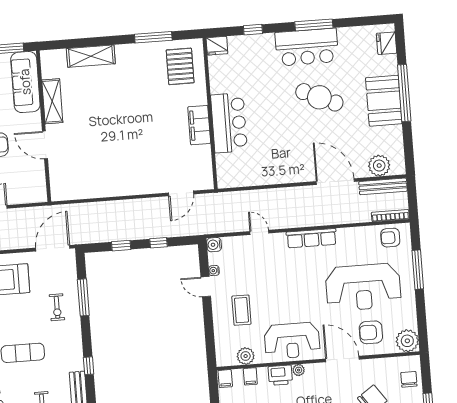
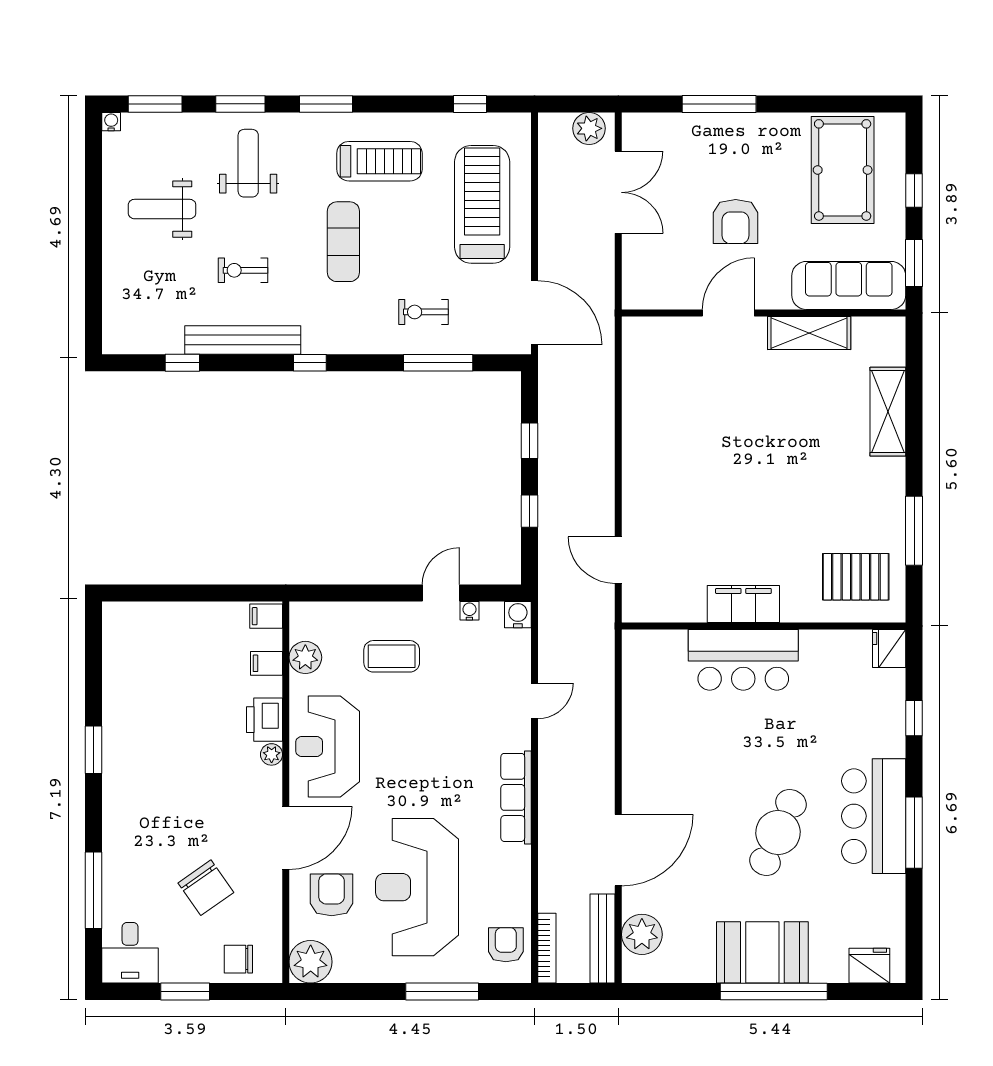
chair: (409, 379) -> (238, 959), turned 180

